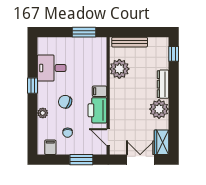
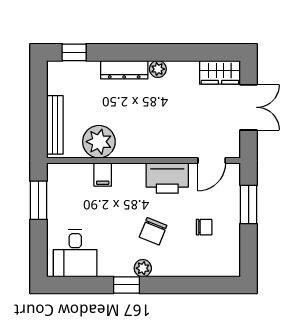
desk: (52, 68) -> (75, 253), moved
filing cabinet: (99, 91) -> (103, 175), moved
plant: (159, 109) -> (158, 69), width x0.53, depth x0.53
plant: (43, 113) -> (143, 268), moved
filing cabinet: (50, 147) -> (228, 256), removed
double door: (140, 160) -> (249, 107), swing flipped

